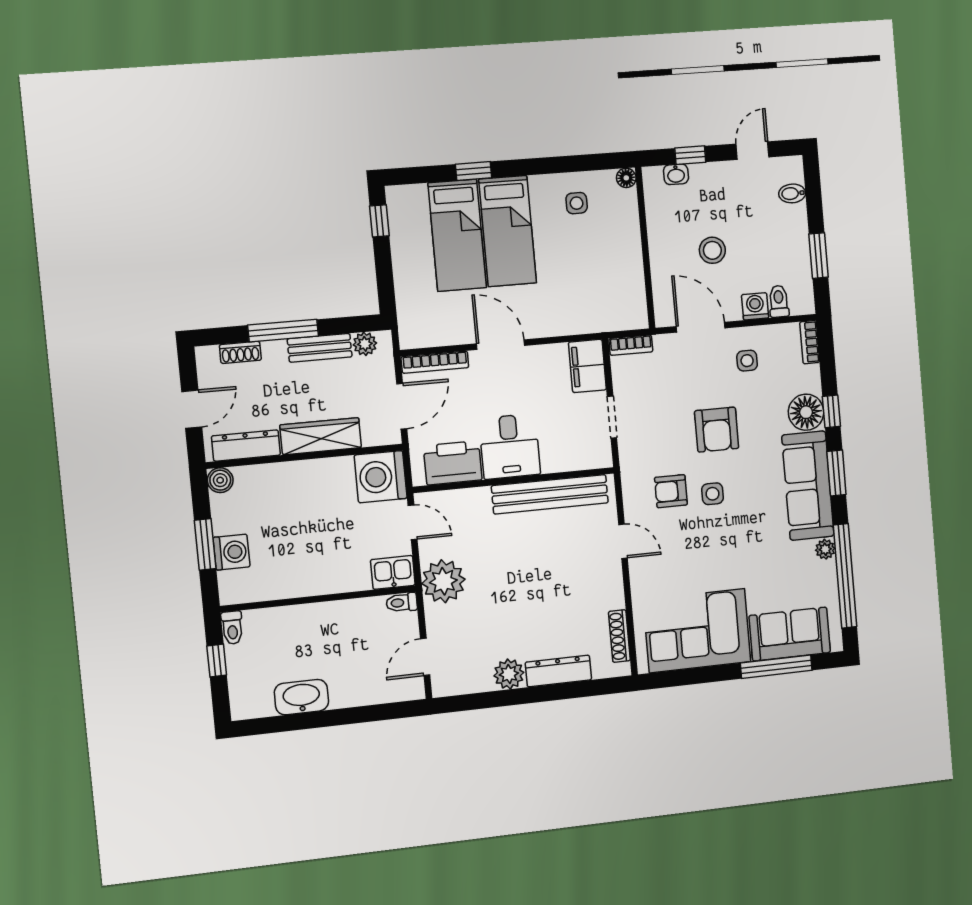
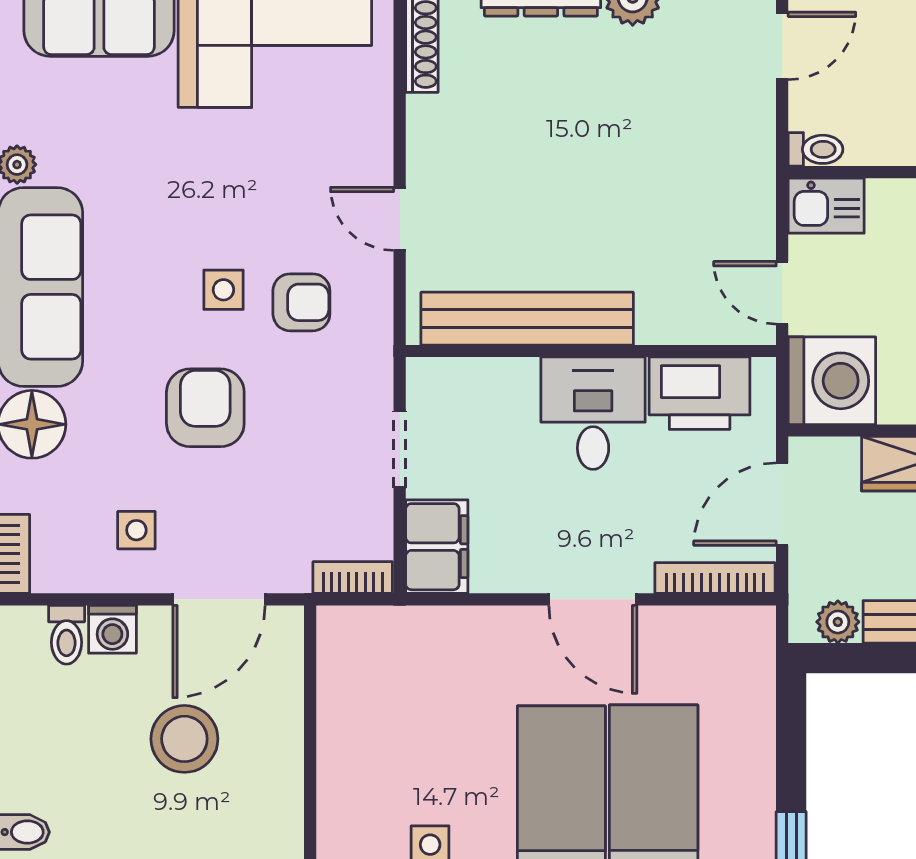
stool: (712, 250) -> (184, 739), width x1.38, depth x1.38
door: (701, 327) -> (219, 599), hinge flipped
plant: (443, 581) -> (736, 180), removed

